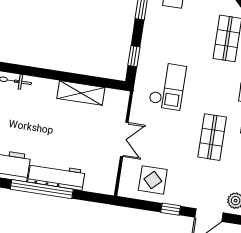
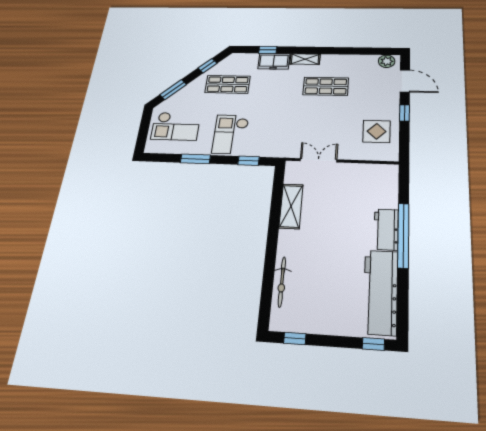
checkout: (167, 86) -> (230, 134), moved, turned -90
double door: (124, 139) -> (318, 160), moved
workbench: (56, 176) -> (386, 229), width x0.73

